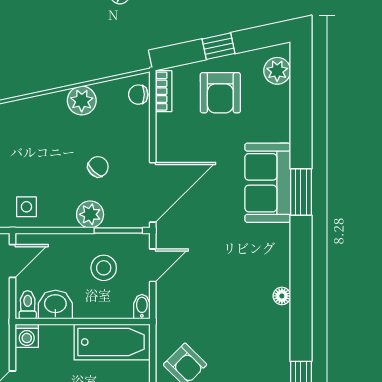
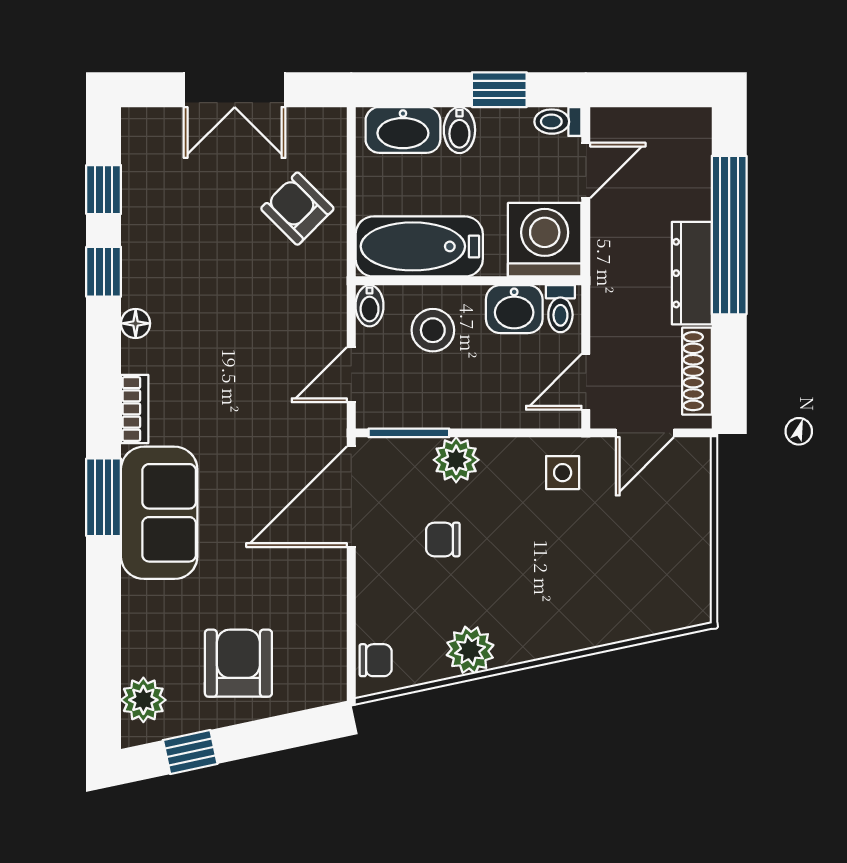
window: (218, 46) -> (190, 752), moved
bookcase: (164, 91) -> (135, 409), moved, turned 180
chair: (98, 167) -> (443, 539), turned 46
stool: (104, 268) -> (433, 330), moved
window: (301, 327) -> (104, 272), added
washing machine: (27, 336) -> (545, 240), width x1.89, depth x1.89

